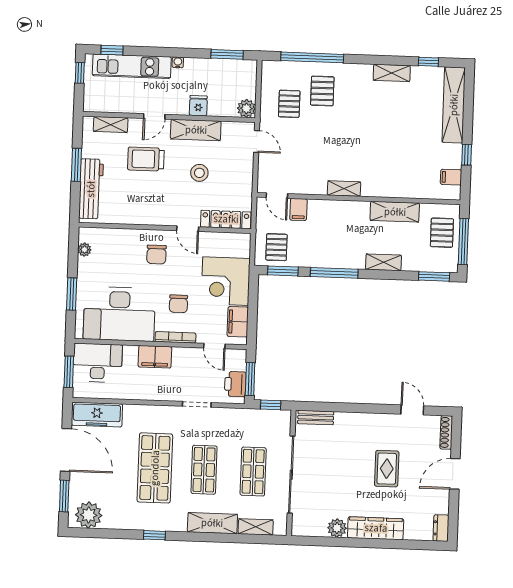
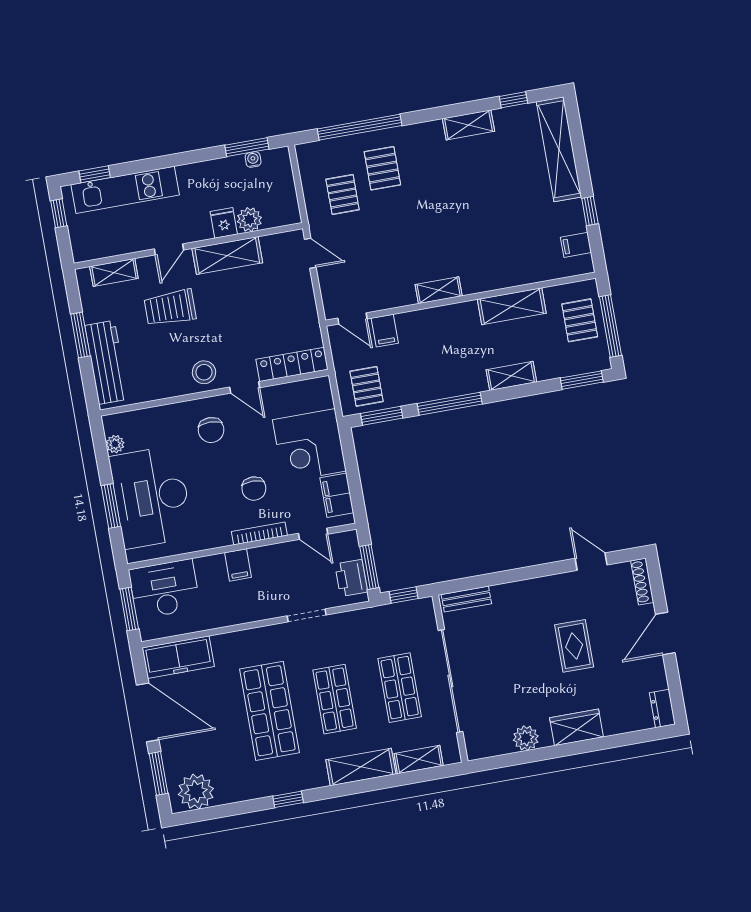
water cooler: (178, 62) -> (253, 160), moved
plant: (246, 108) -> (249, 220), moved
stool: (199, 173) -> (204, 372), moved
desk: (119, 314) -> (151, 497), moved, turned 90
filing cabinet: (155, 357) -> (238, 565), width x0.50
wardrobe: (376, 528) -> (576, 727), width x0.67

